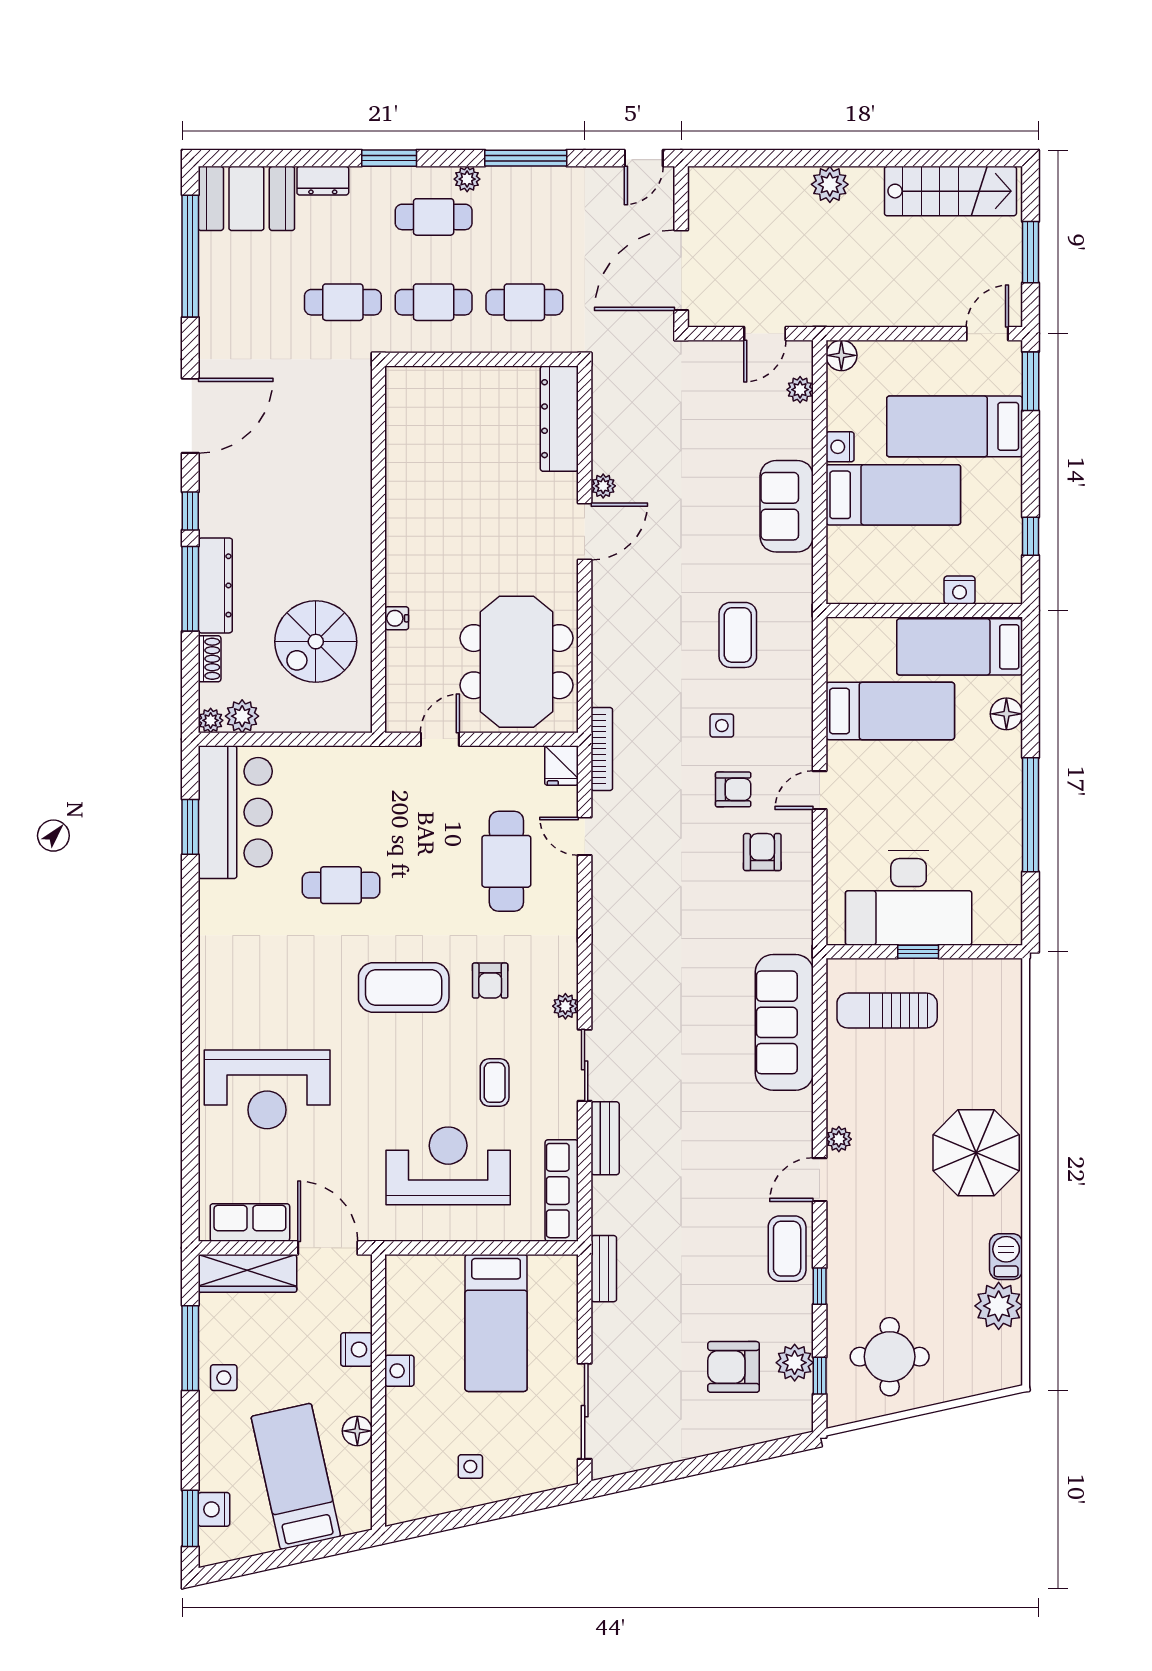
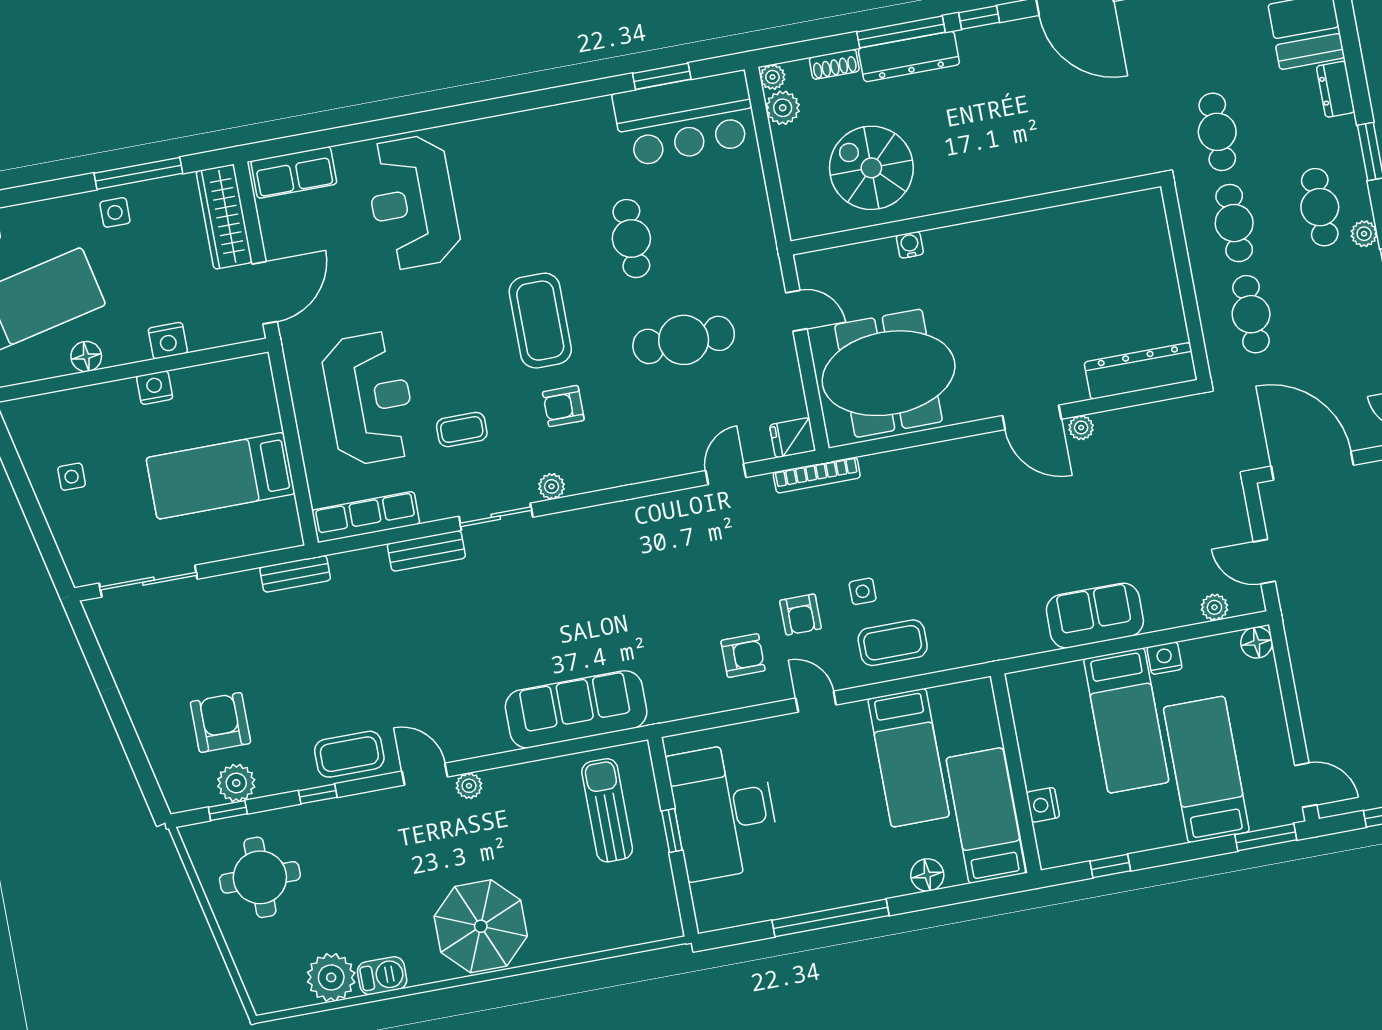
coffee table: (738, 635) -> (893, 643), moved
cafe table: (506, 861) -> (684, 340), moved
row of seats: (250, 1223) -> (294, 173), moved, turned 90

